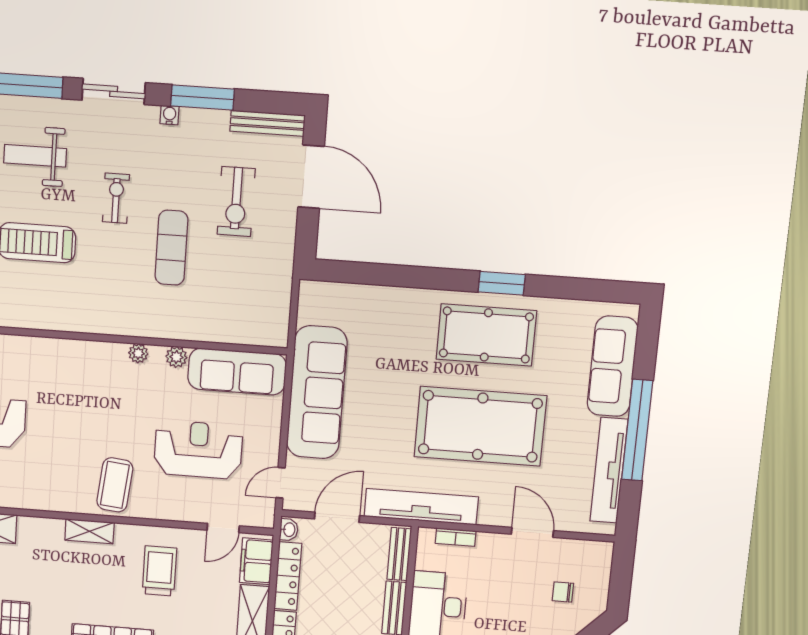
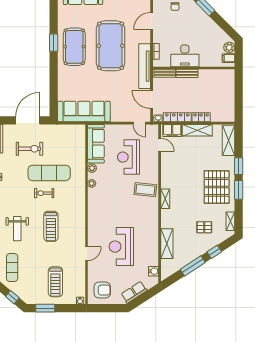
door: (311, 177) -> (28, 120), moved
exercise bike: (116, 198) -> (44, 193), moved
exercise mat: (171, 248) -> (49, 173), width x1.36, depth x1.45
sofa: (317, 392) -> (84, 111), moved
trolley: (159, 571) -> (179, 169), removed

